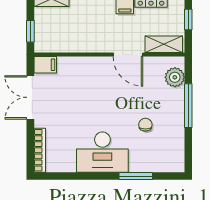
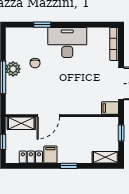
door: (128, 55) -> (48, 116), swing flipped
plant: (175, 77) -> (13, 69), moved
window: (136, 176) -> (42, 25), width x0.67

